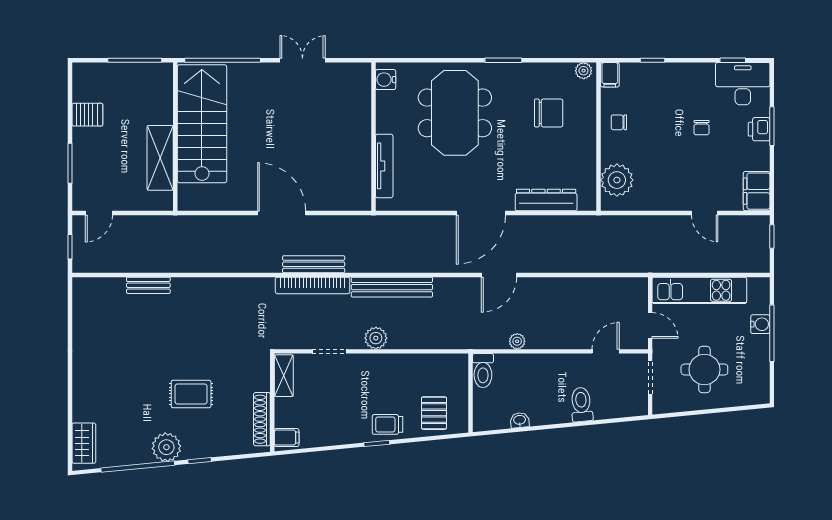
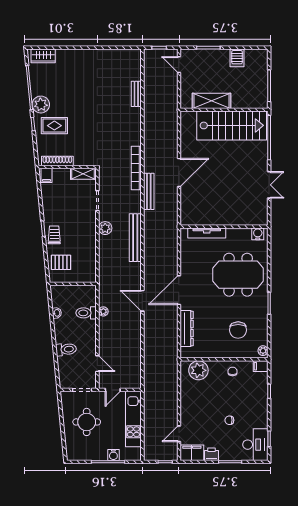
printer: (759, 129) -> (212, 454), moved
door: (481, 213) -> (179, 290), hinge flipped
door: (705, 213) -> (179, 434), moved
bookcase: (313, 285) -> (136, 168), moved
toilet: (483, 371) -> (86, 313), moved
rug: (191, 394) -> (54, 126), moved, turned 90

